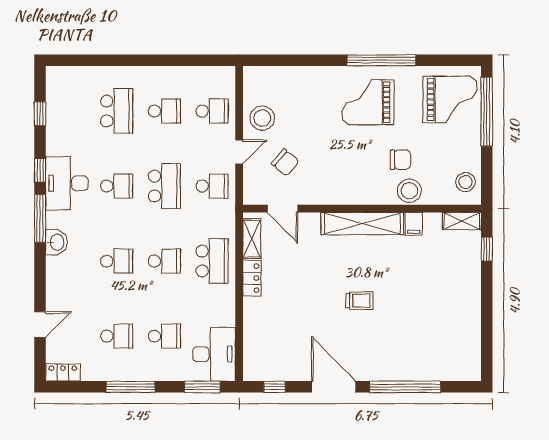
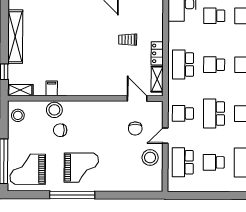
school desk: (212, 111) -> (183, 162), width x1.85
chair: (285, 163) -> (135, 129), turned -130
shelving: (362, 224) -> (15, 37), moved, turned 90
trolley: (359, 301) -> (128, 40), moved

